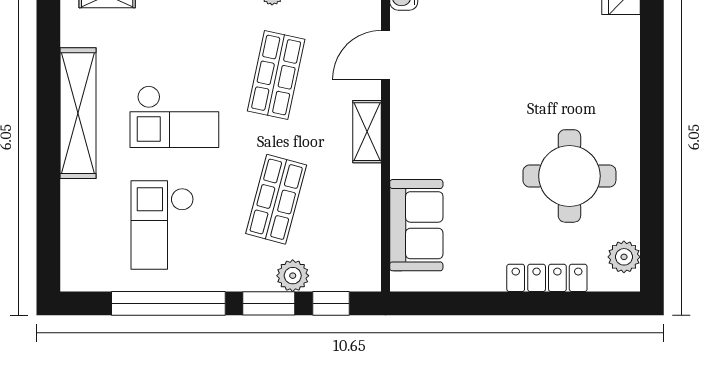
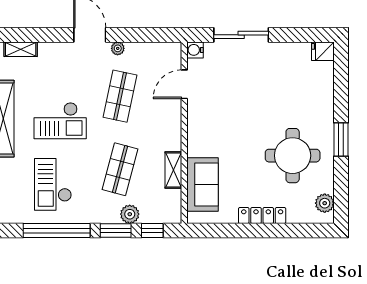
shelving: (367, 132) -> (173, 170), moved
window: (652, 149) -> (341, 140), added
locker: (547, 278) -> (262, 216), moved

